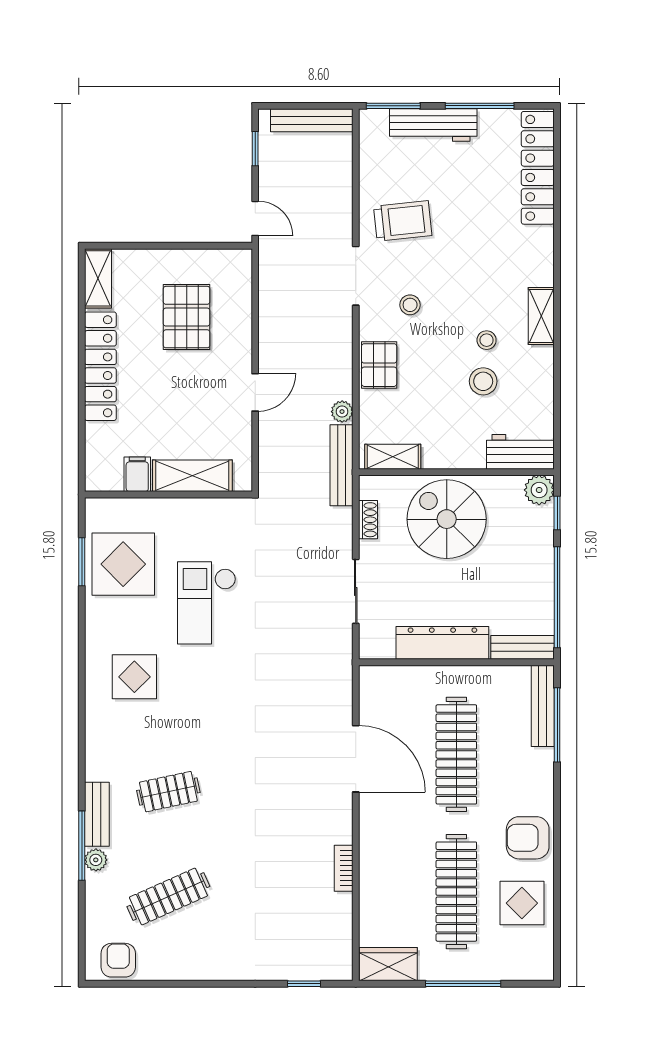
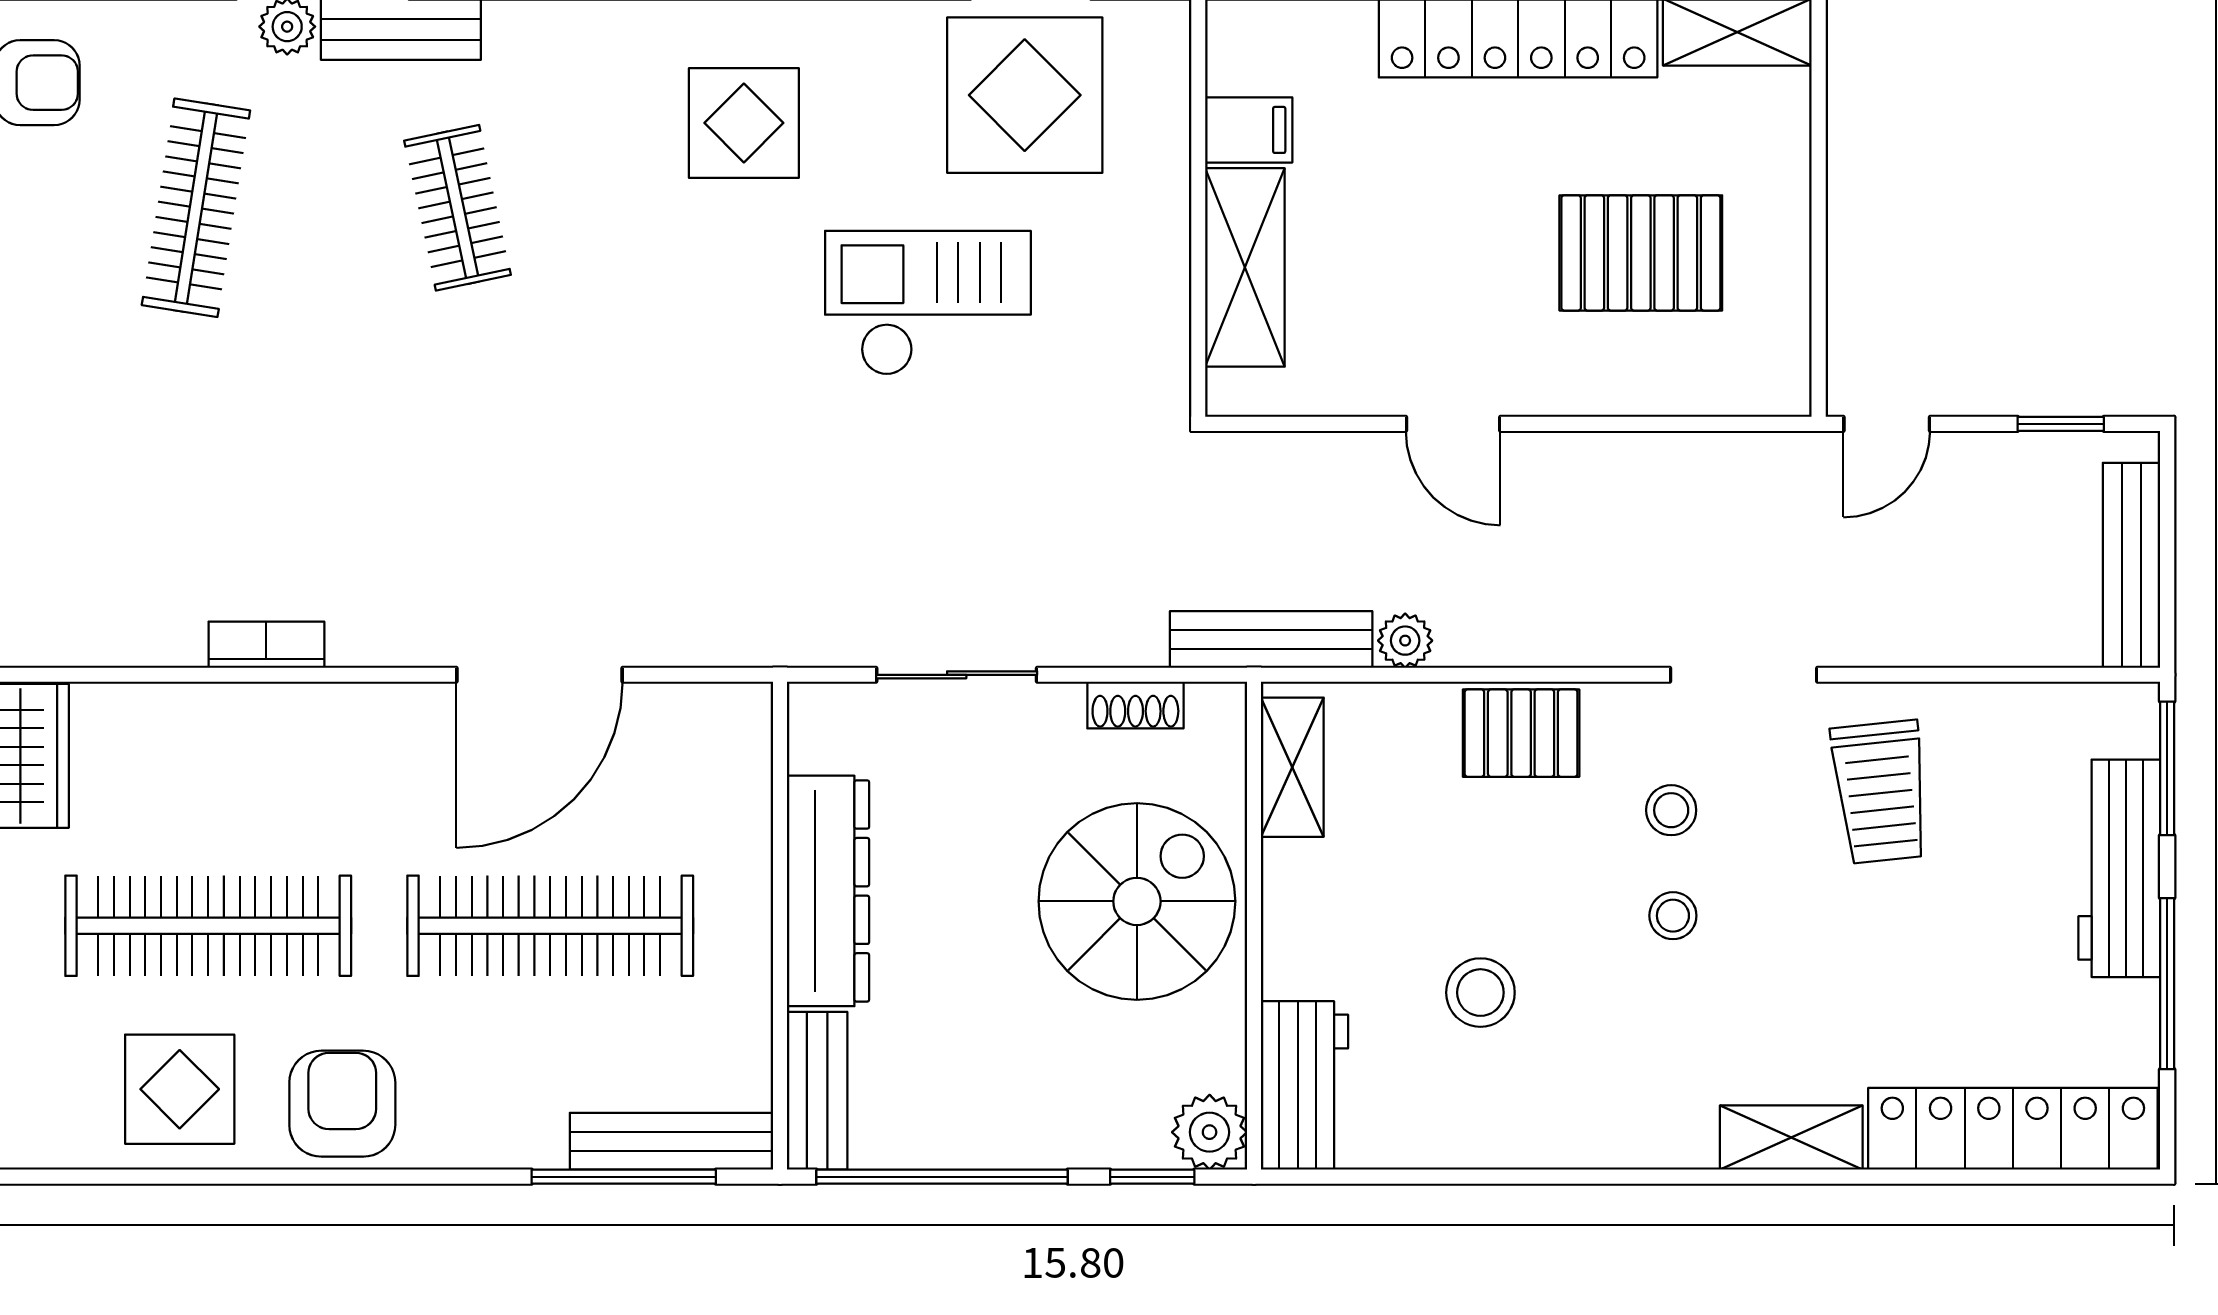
shelving: (541, 316) -> (1791, 1138), moved
stool: (487, 340) -> (1673, 916), moved
clothes rail: (168, 896) -> (196, 208), turned 33

